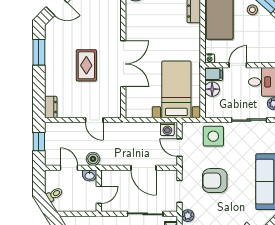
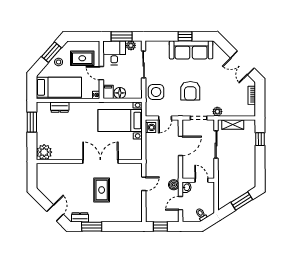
rug: (257, 41) -> (82, 58), added
rug: (86, 65) -> (102, 190), turned 90
dresser: (51, 107) -> (80, 217), moved

